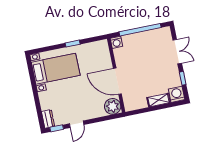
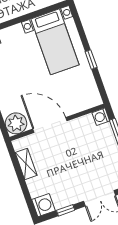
door: (117, 81) -> (50, 125), hinge flipped
shelving: (159, 100) -> (26, 164), moved

